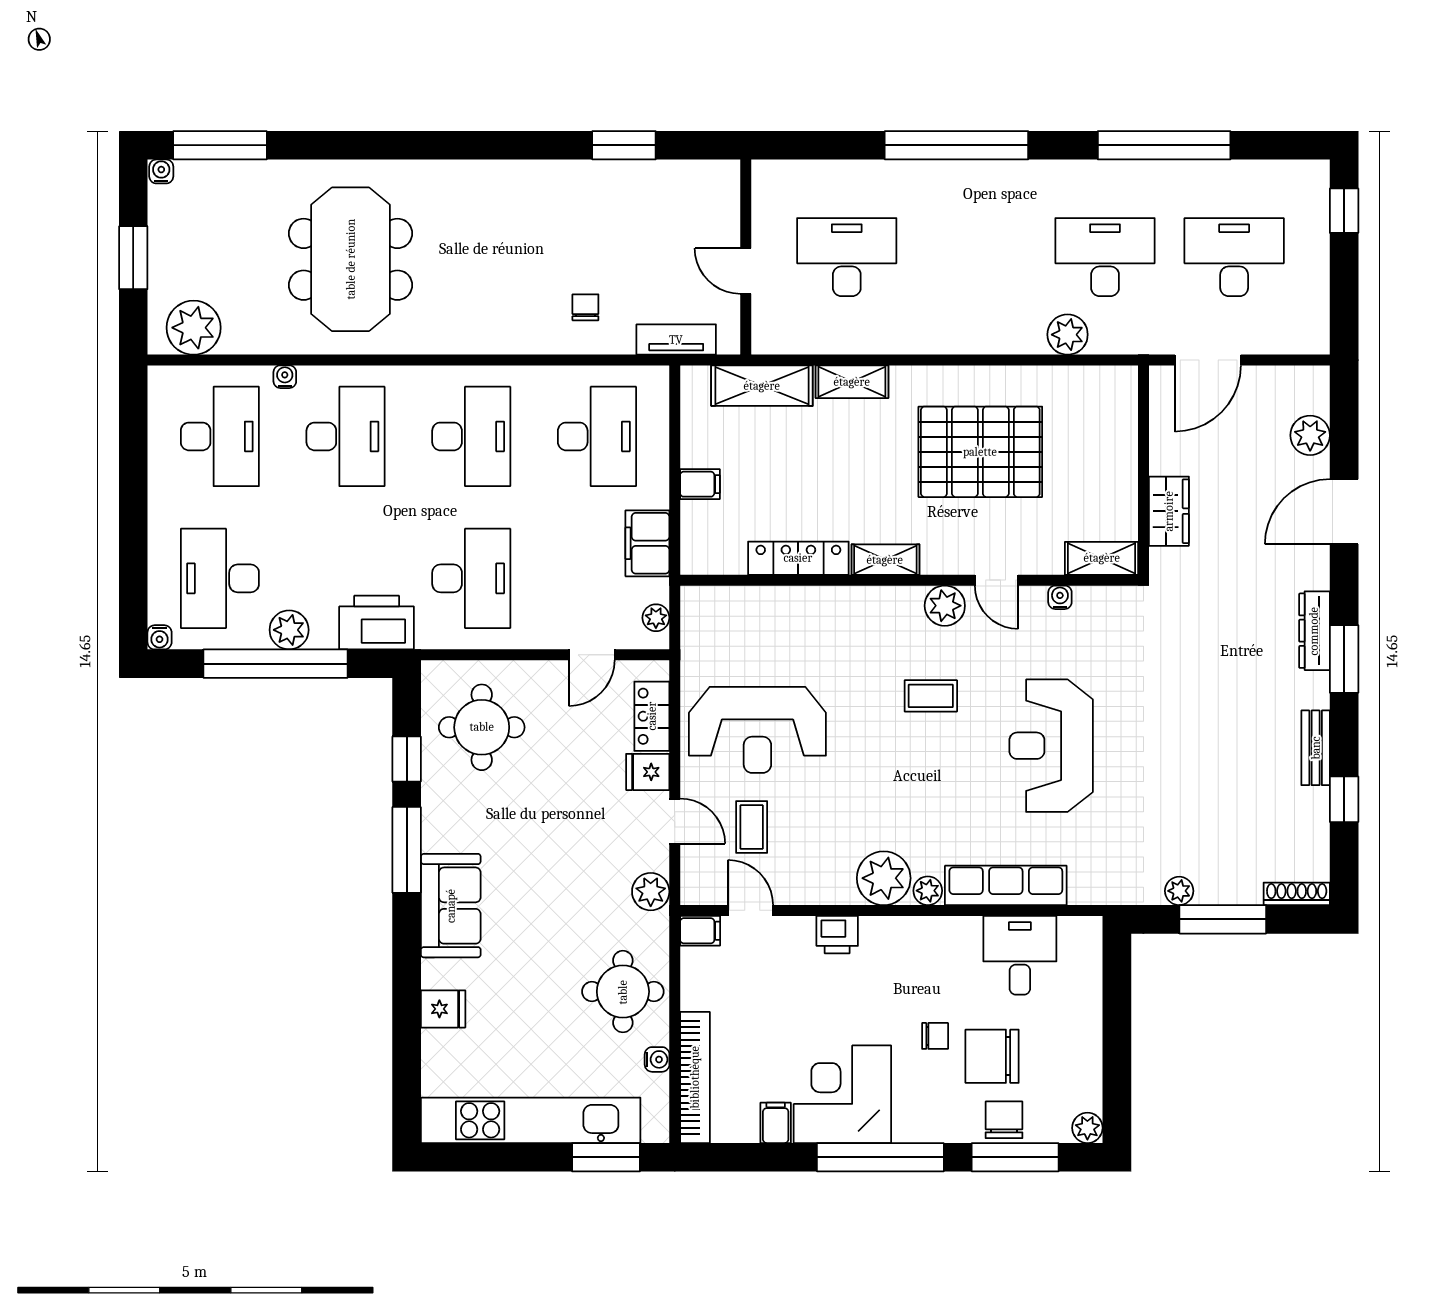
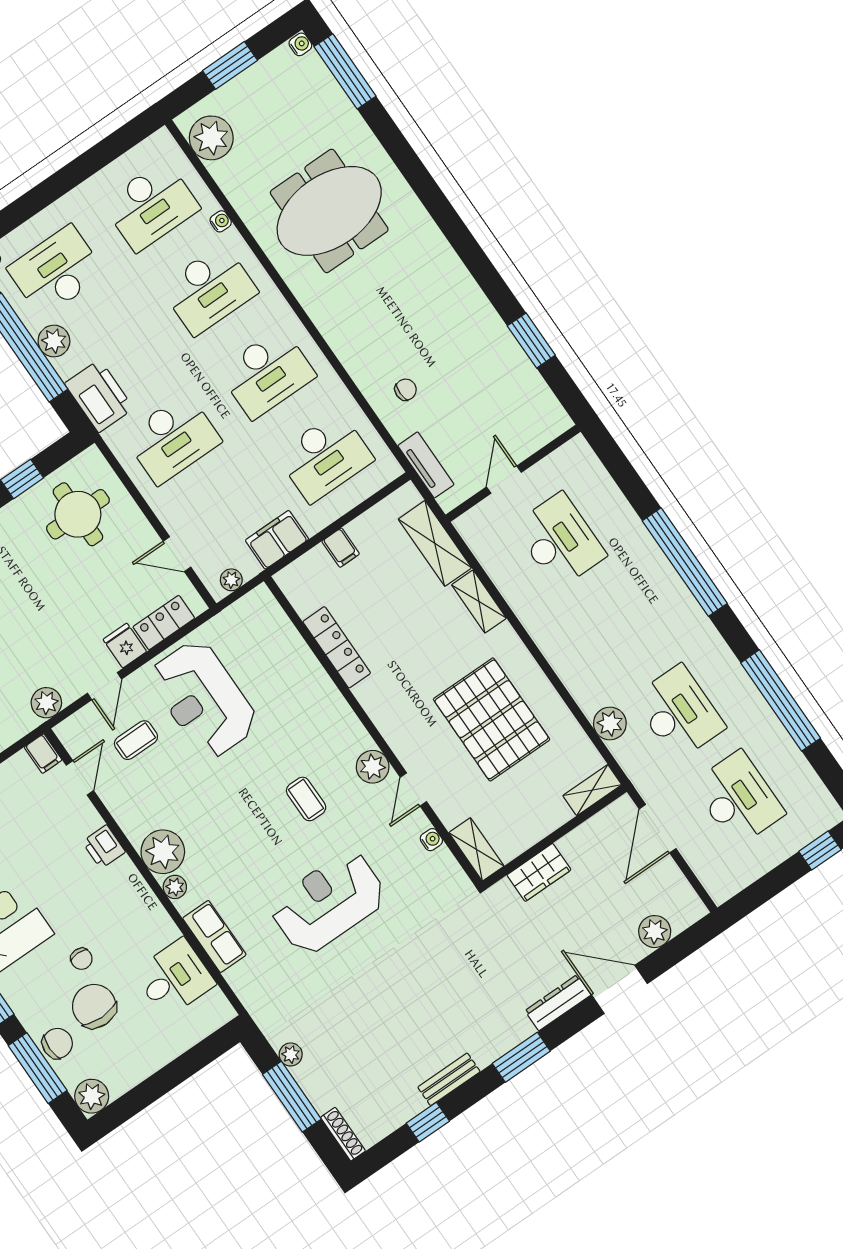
door: (1208, 360) -> (658, 829), hinge flipped
shelving: (885, 560) -> (592, 790), moved, turned 90
dresser: (1314, 631) -> (558, 1003), moved
row of seats: (1006, 885) -> (214, 936), width x0.68
plant: (1087, 1128) -> (92, 1096), width x1.38, depth x1.38

